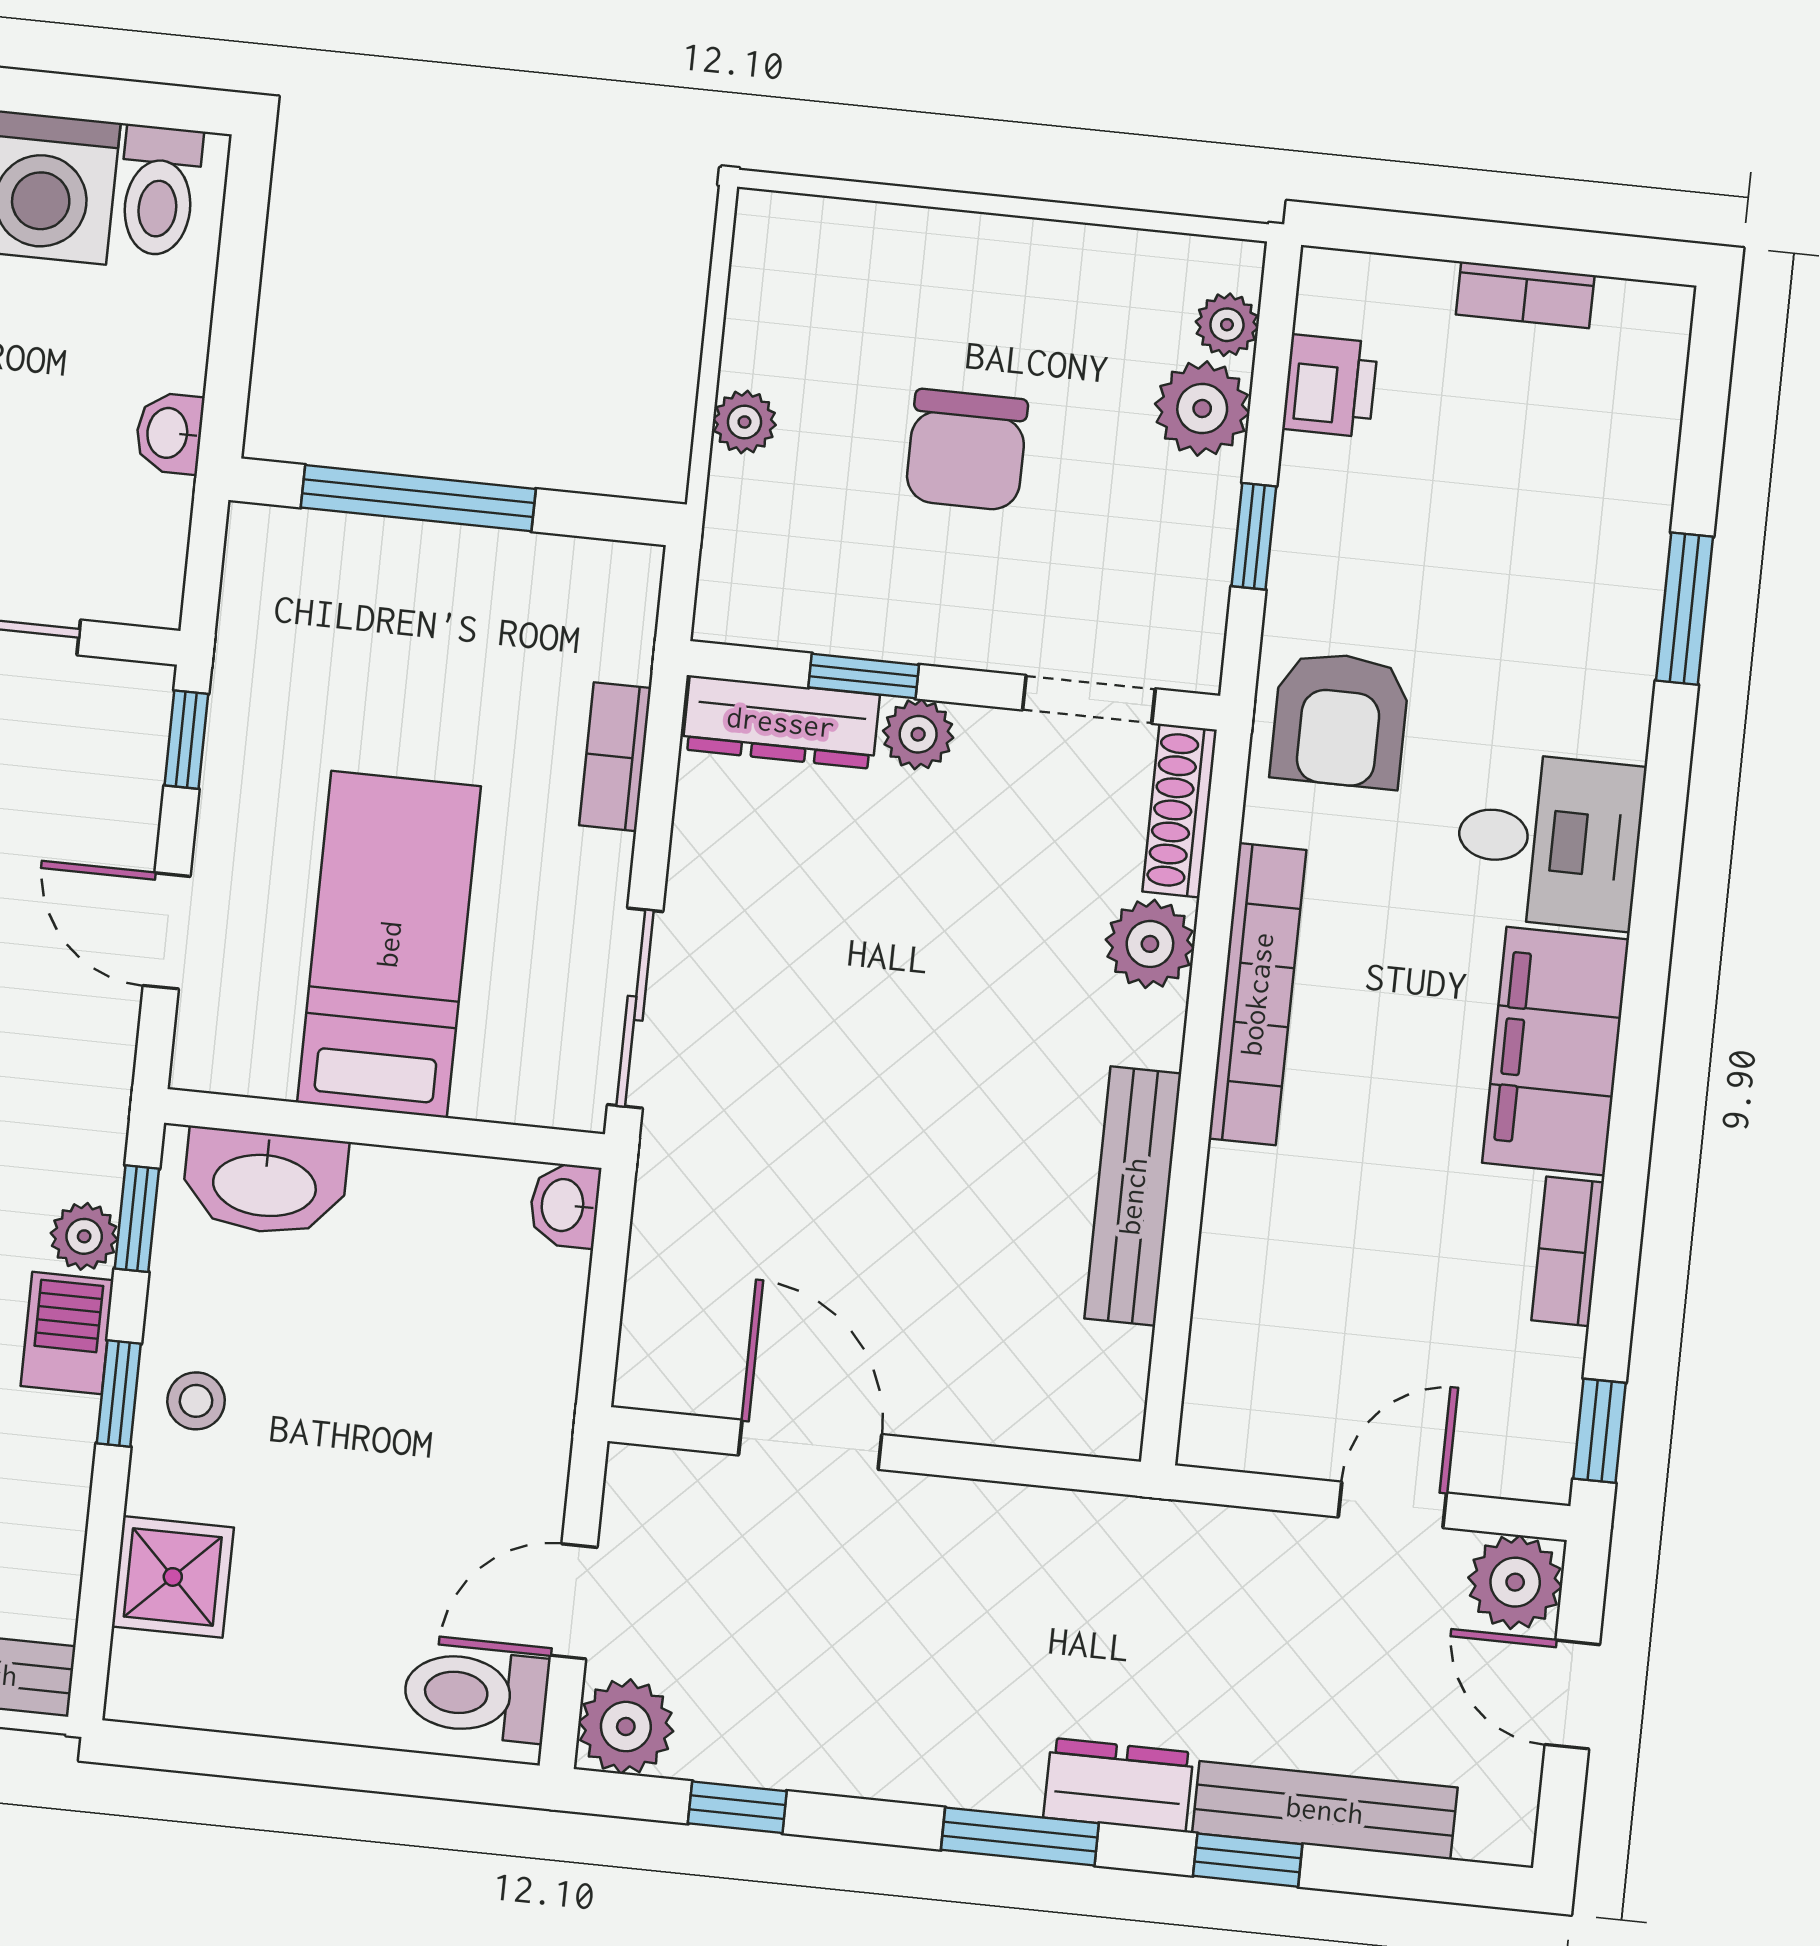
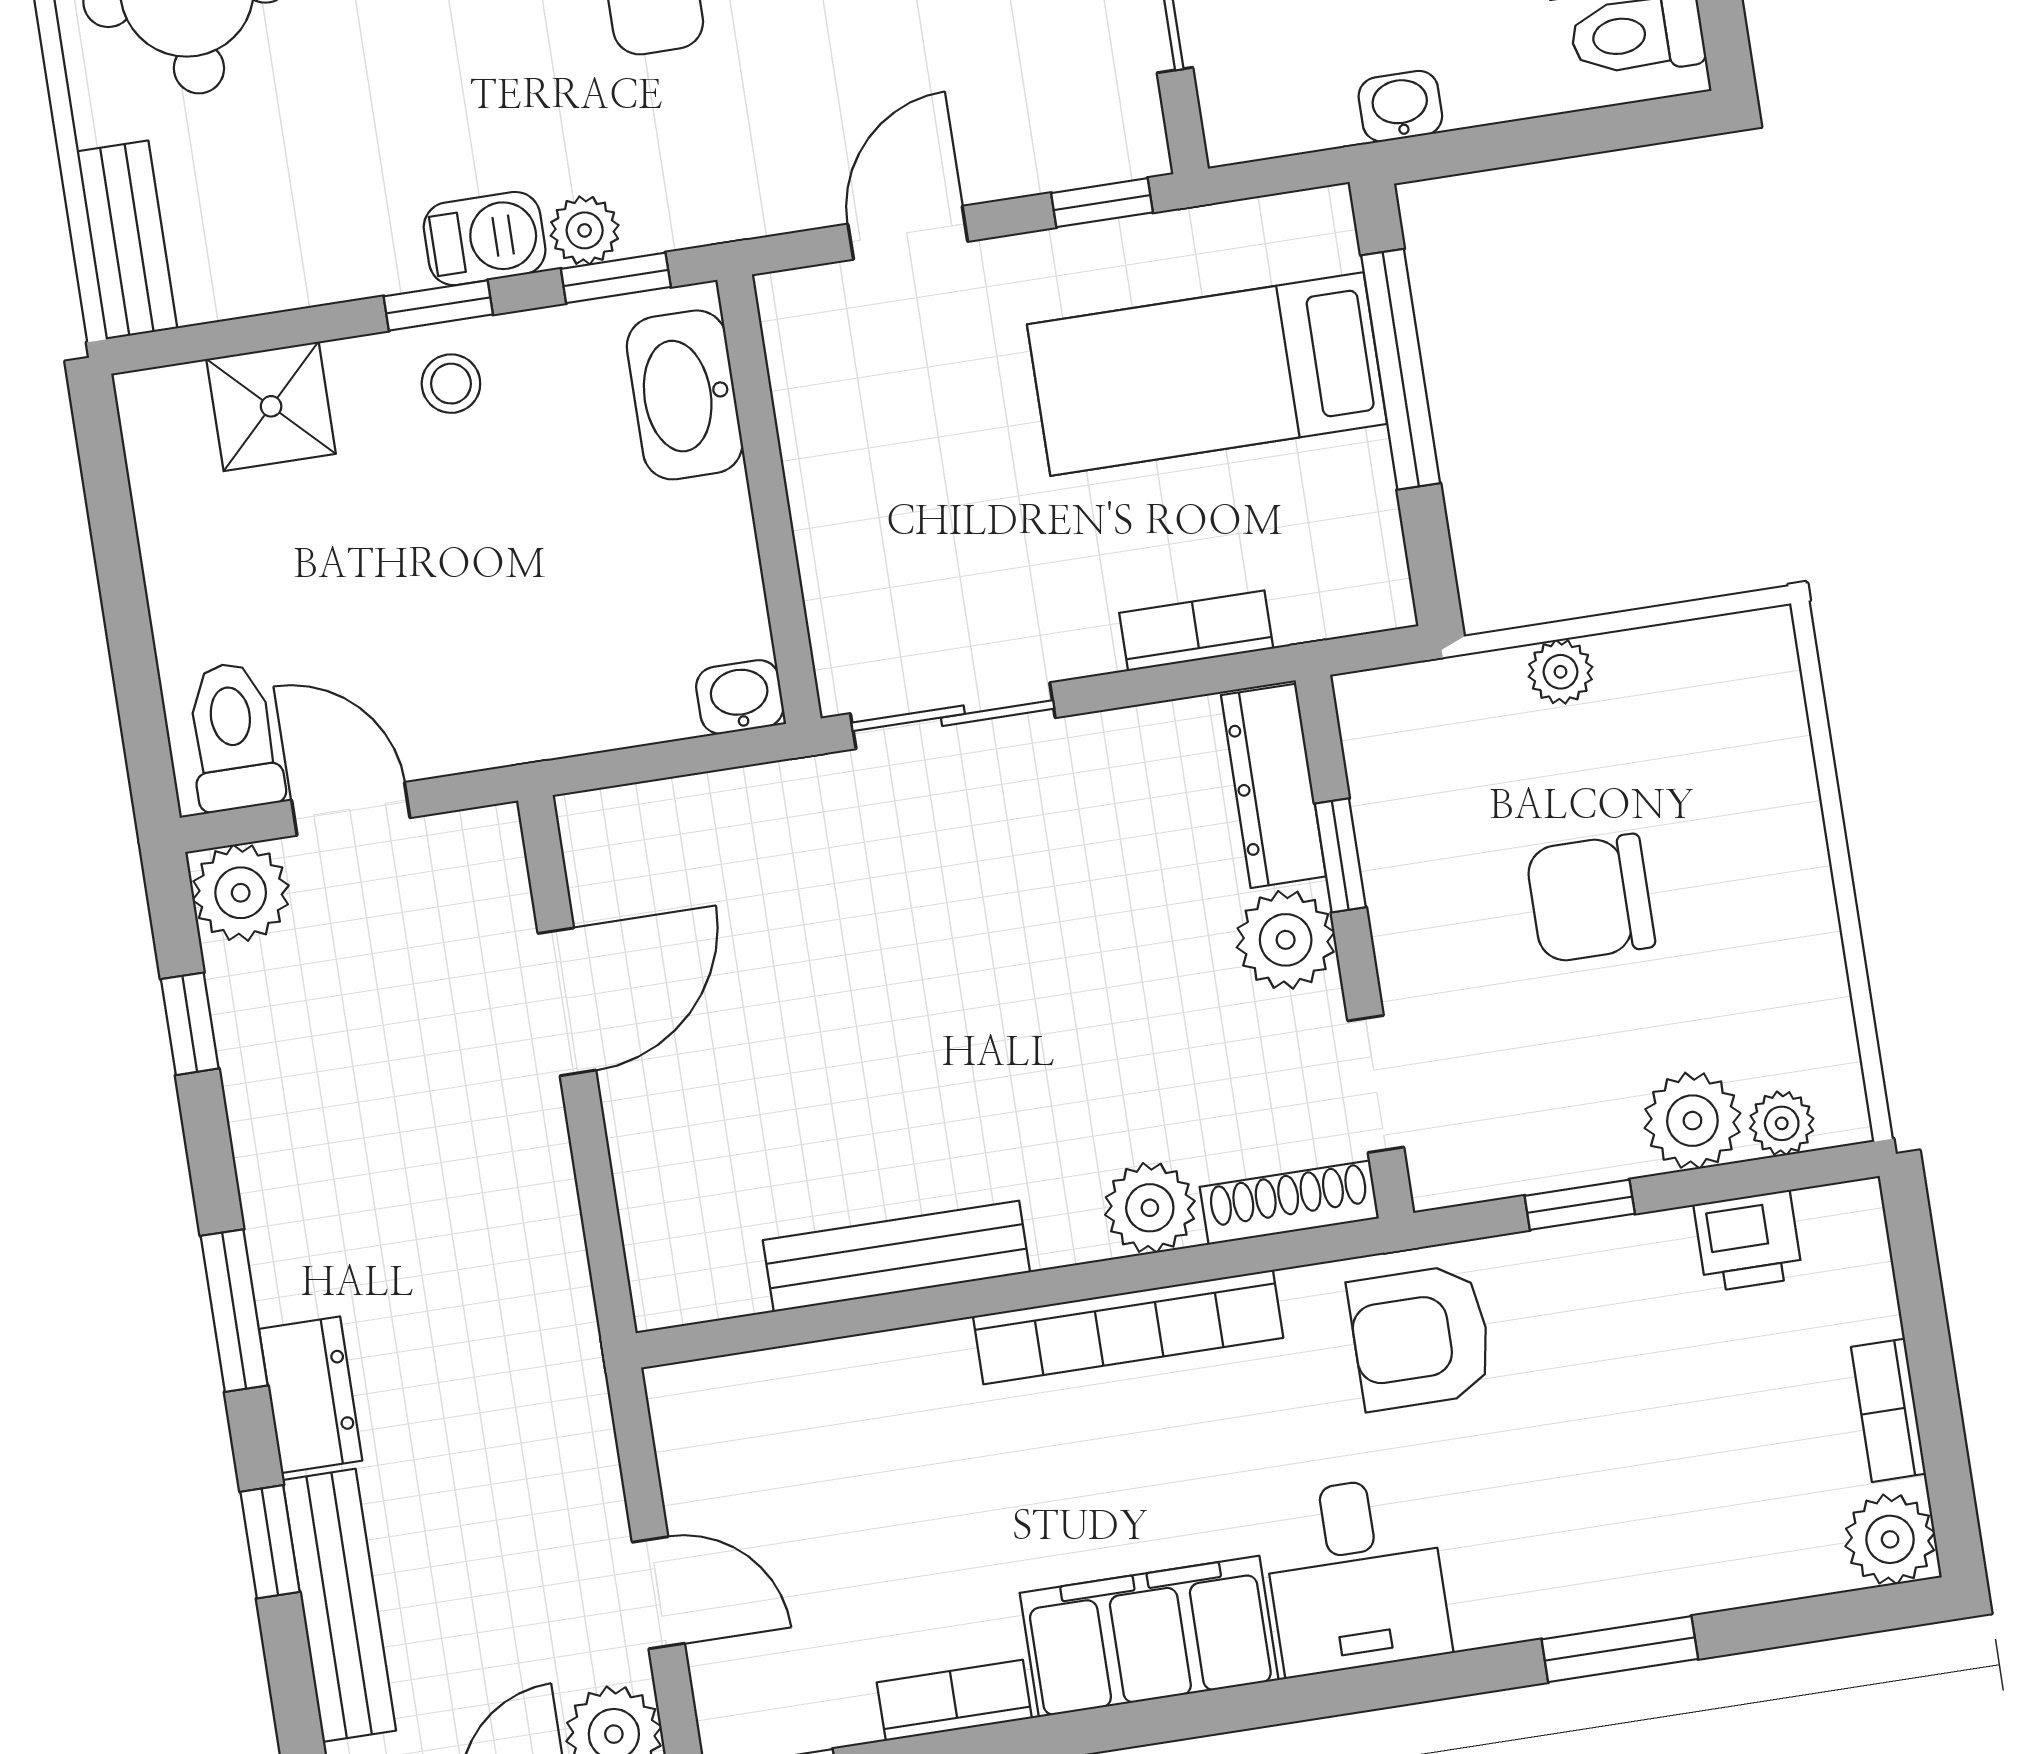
plant: (1648, 325) -> (1890, 1539), added
plant: (918, 734) -> (1286, 940), width x1.38, depth x1.38
bed: (389, 944) -> (1207, 374), moved, turned 180

